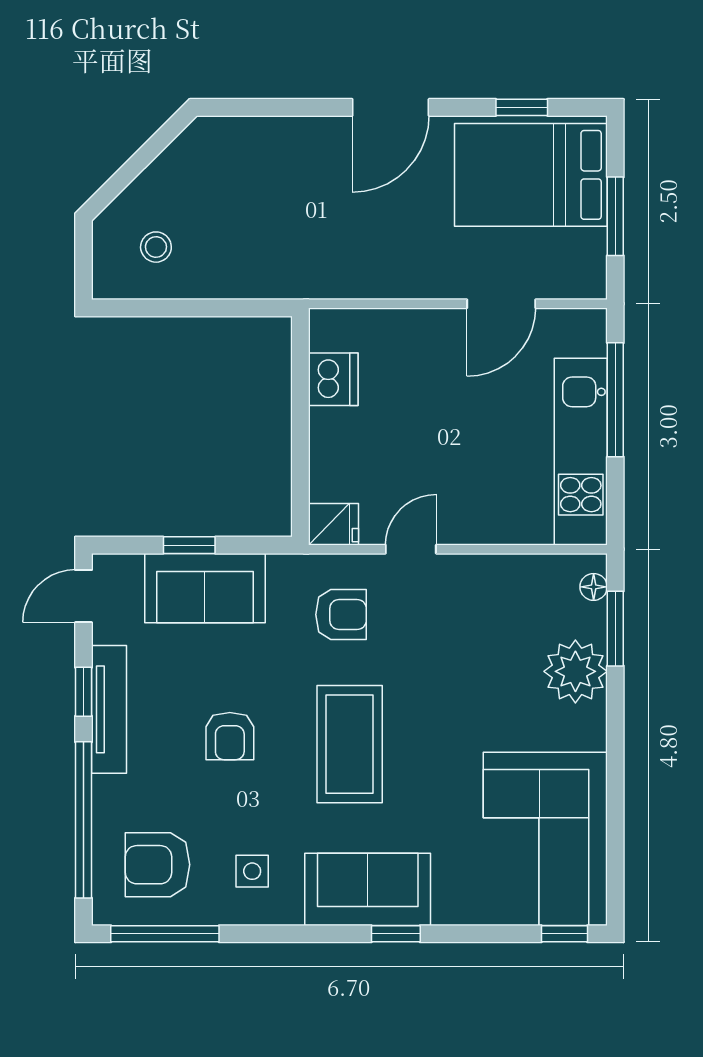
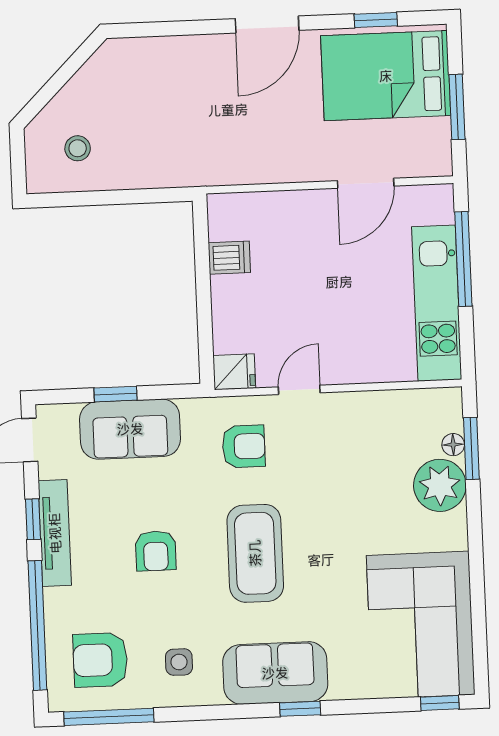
dishwasher: (333, 379) -> (229, 258), width x0.73
floor lamp: (594, 587) -> (453, 445), moved

